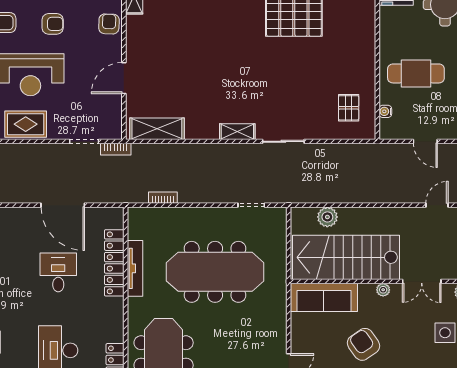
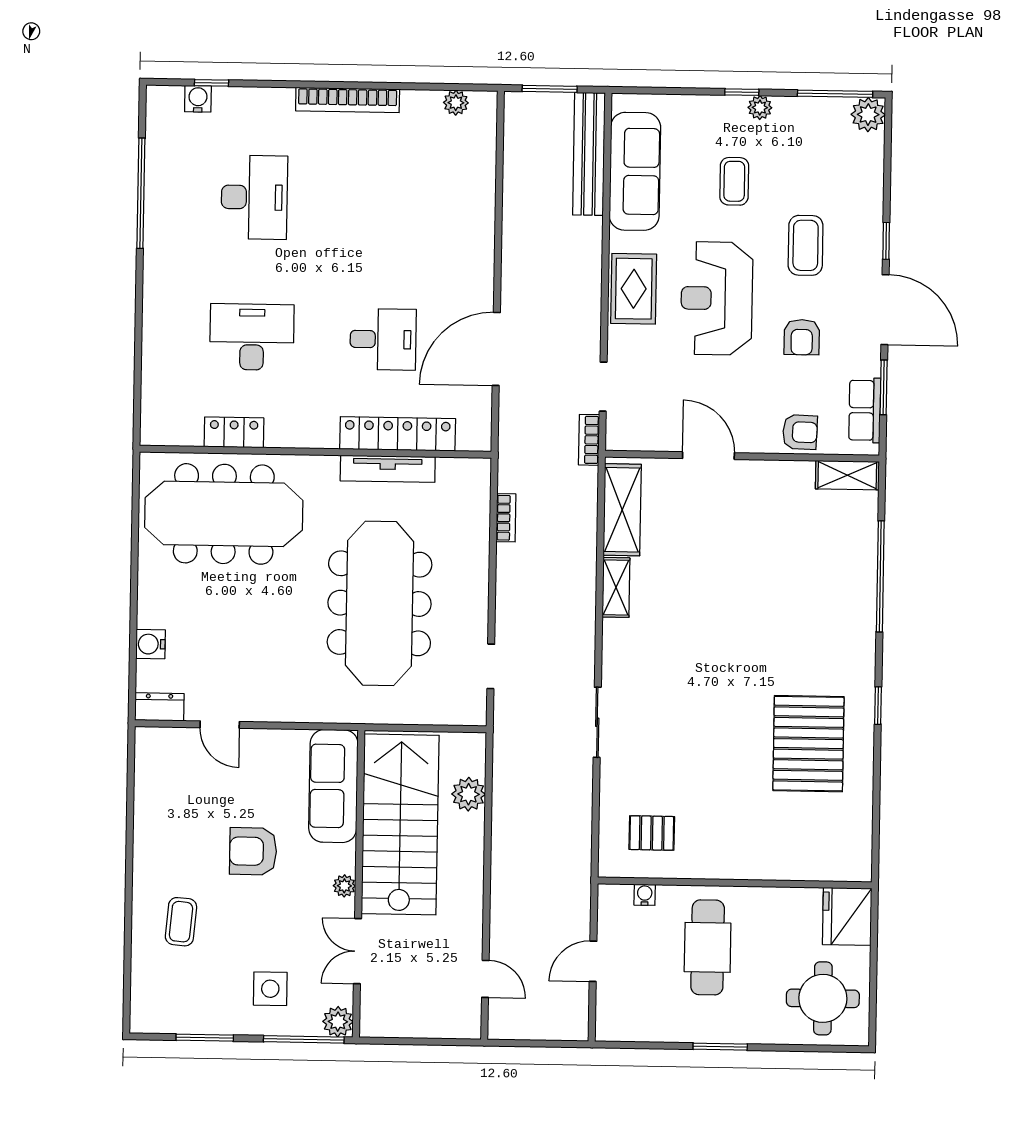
shelving: (237, 132) -> (616, 587), moved
armchair: (364, 344) -> (253, 851), turned -145

